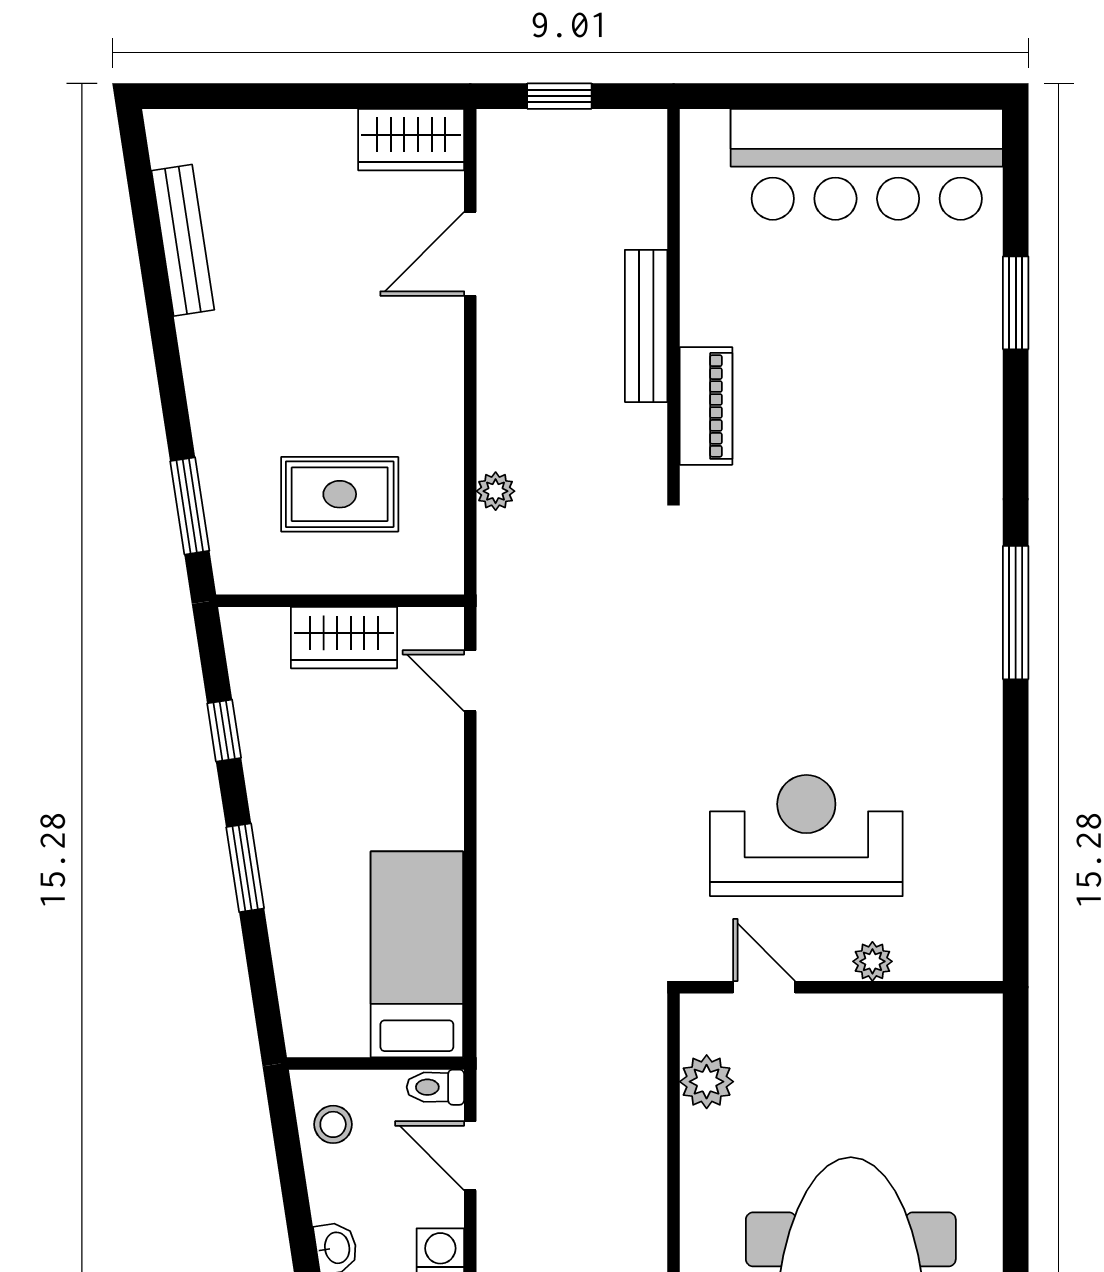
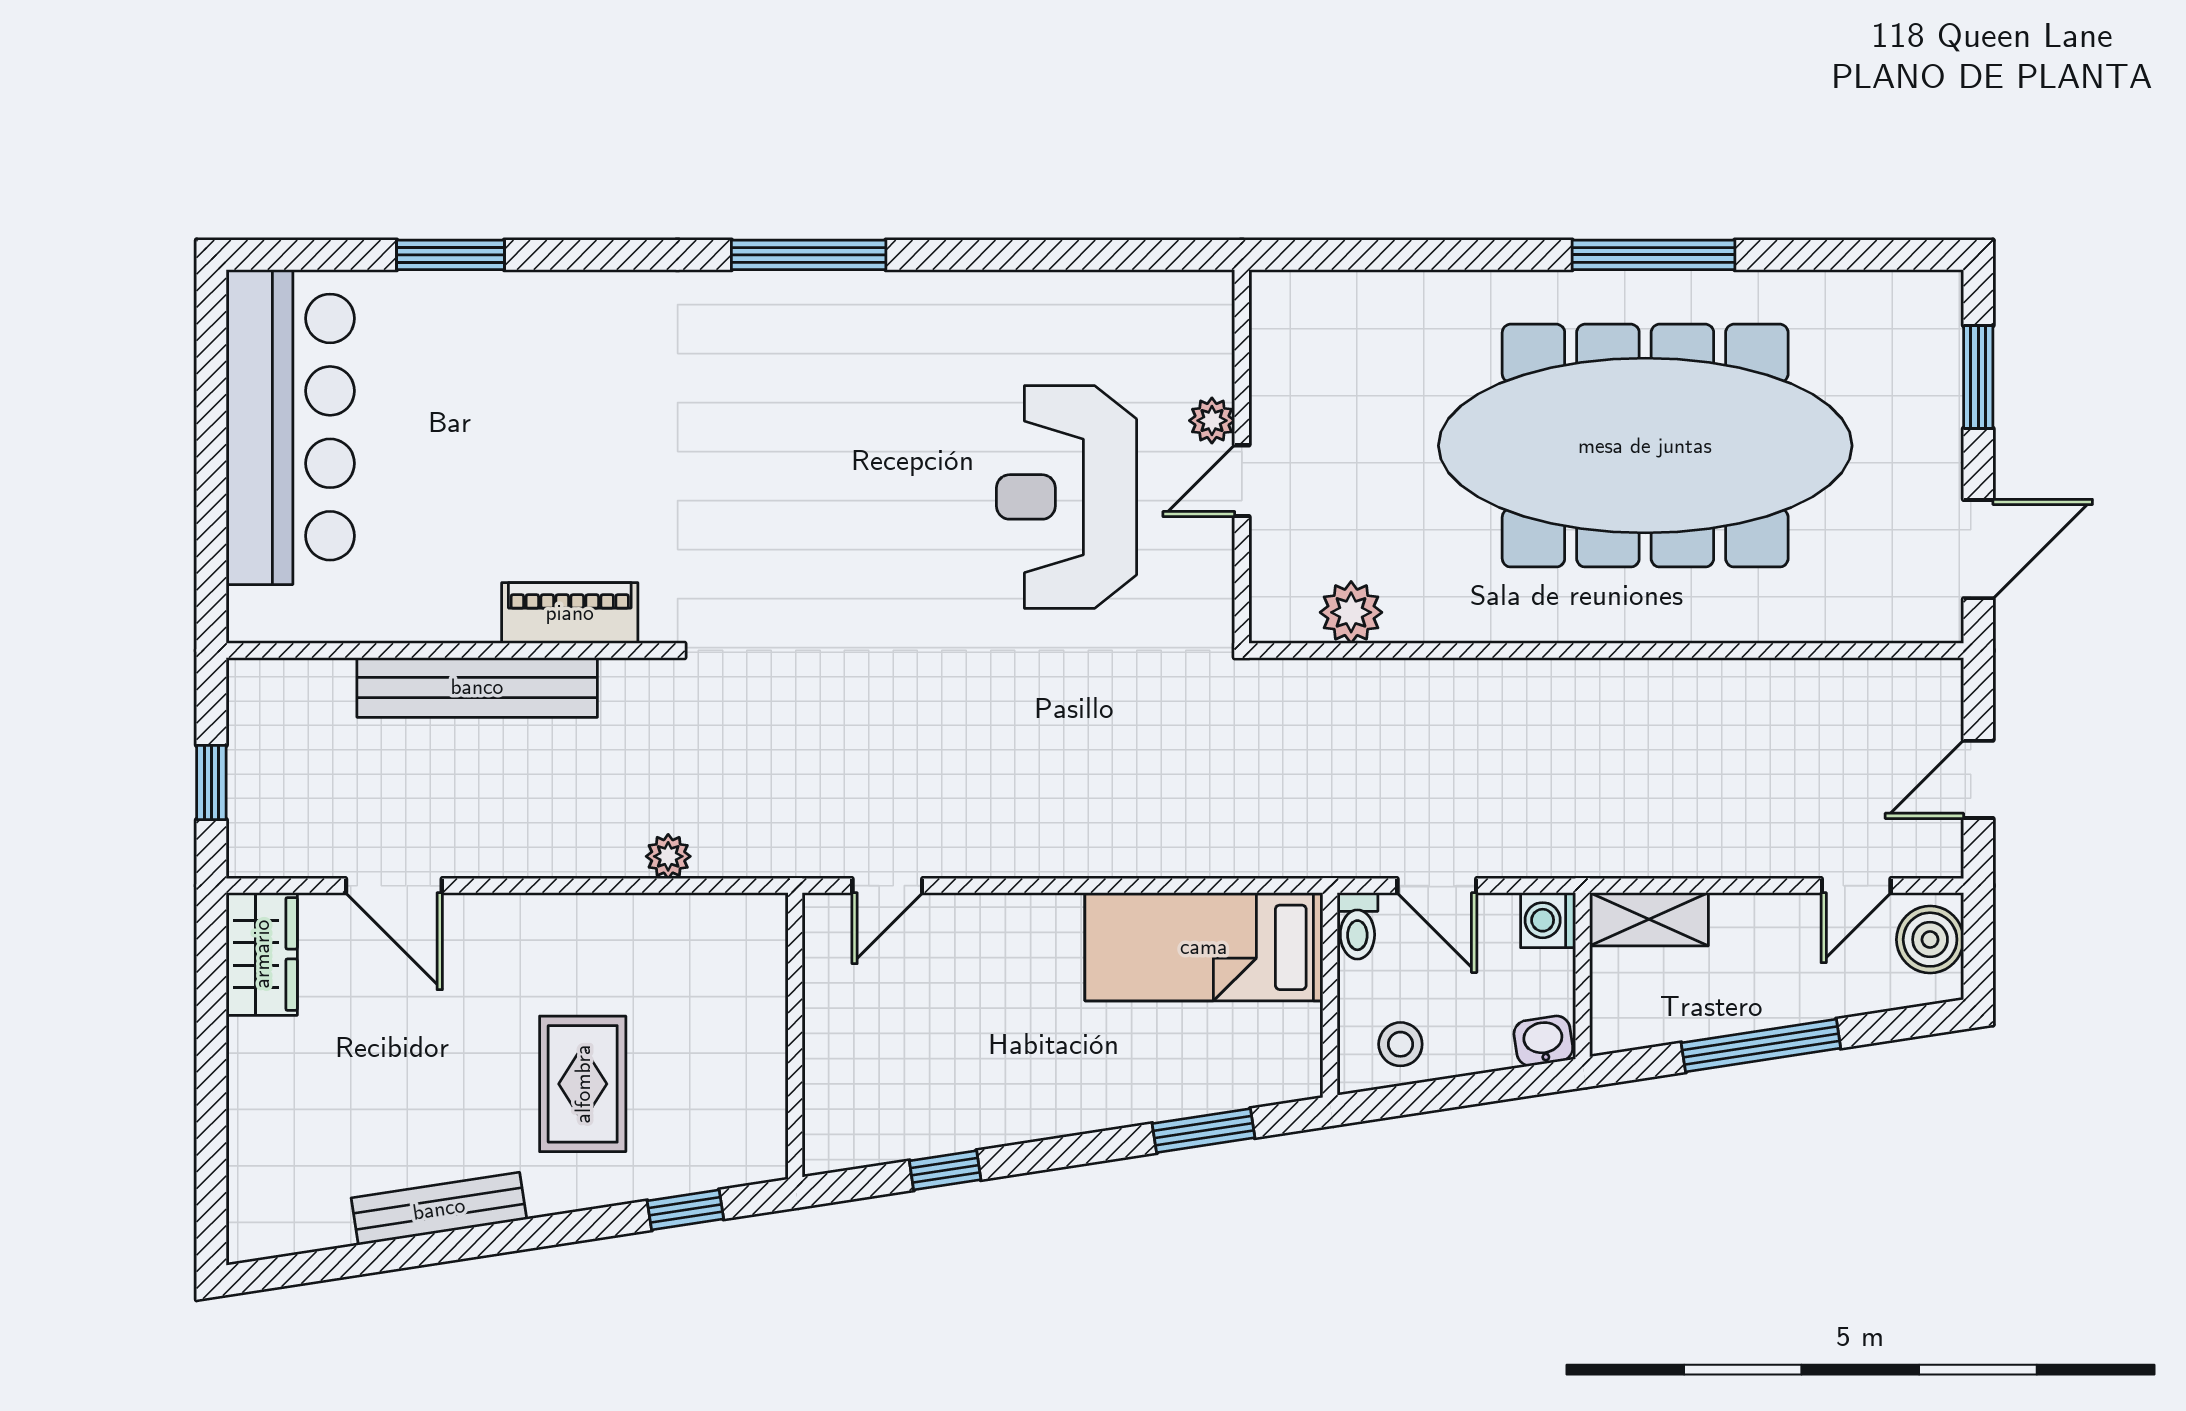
bench: (183, 240) -> (439, 1209), moved
bench: (646, 326) -> (477, 687), width x1.37, depth x1.21
rug: (340, 494) -> (583, 1084), moved
window: (190, 506) -> (685, 1210), width x0.67
wardrobe: (344, 638) -> (838, 1032), removed
window: (245, 868) -> (1204, 1131), moved
door: (764, 987) -> (1242, 481), moved
door: (470, 1156) -> (1437, 886), hinge flipped

